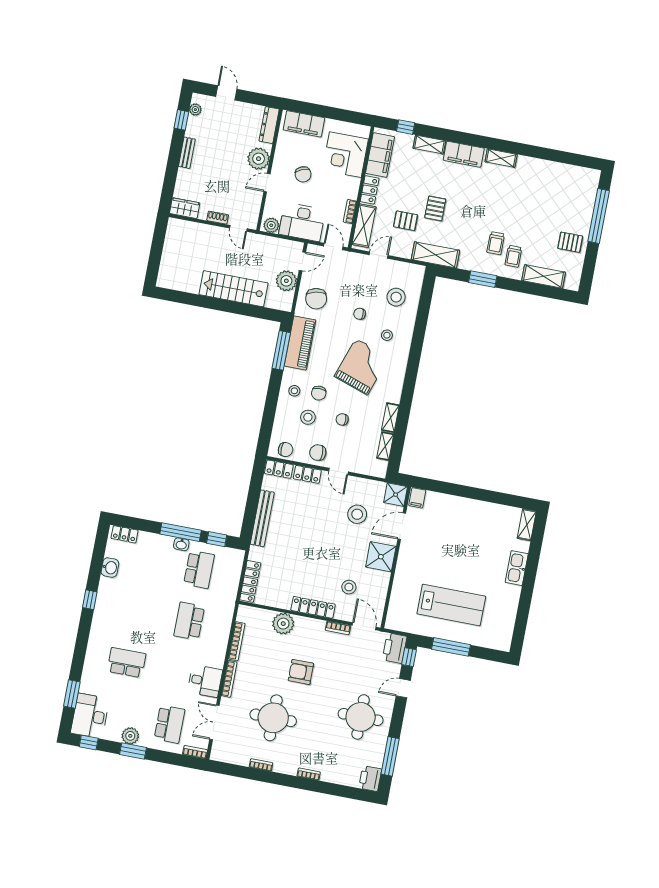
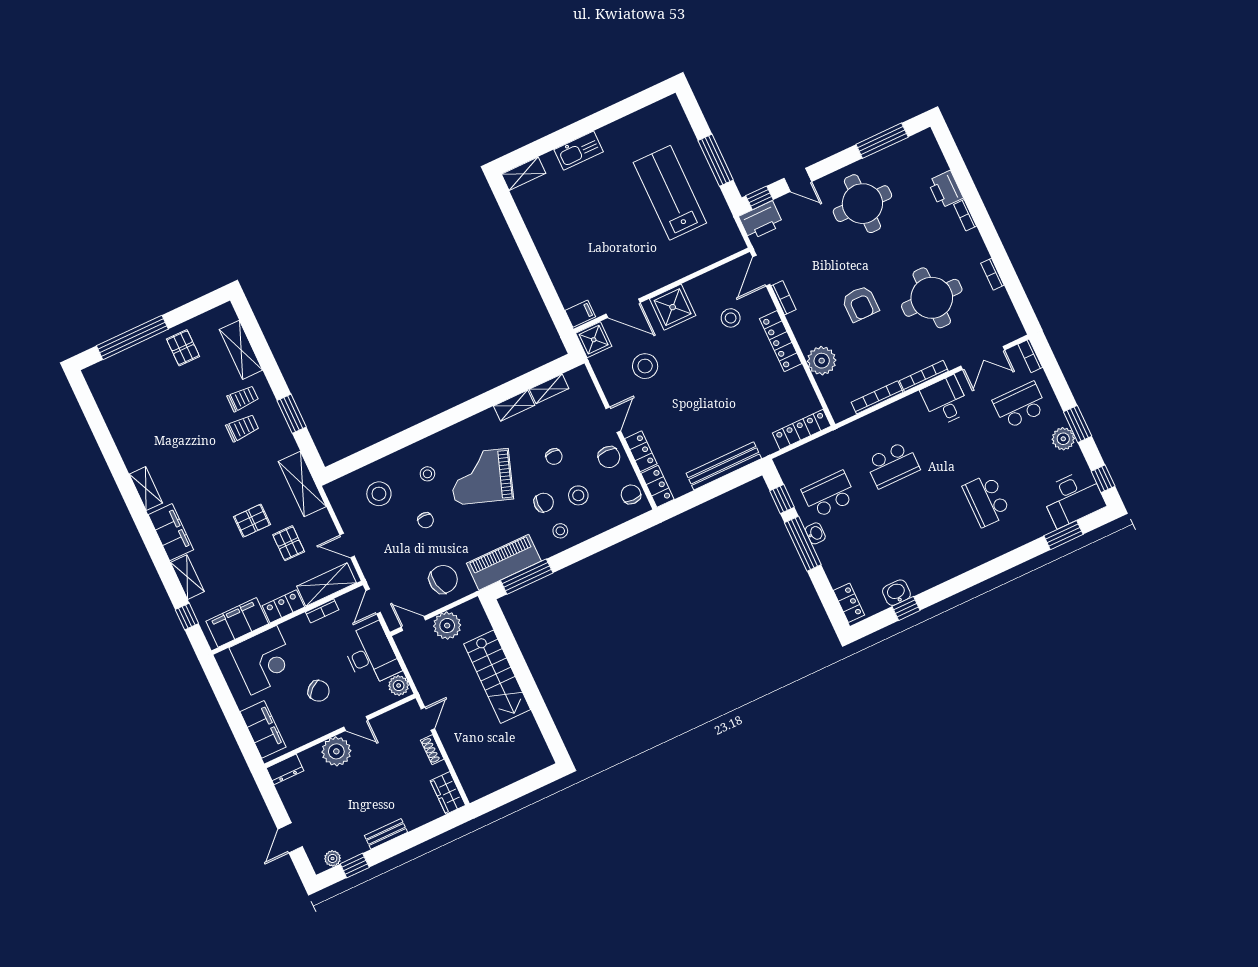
dresser: (269, 125) -> (285, 769), width x0.70
chair: (303, 174) -> (319, 691), turned 72
window: (90, 600) -> (906, 608), moved
printer: (370, 779) -> (945, 189), moved, turned 90

